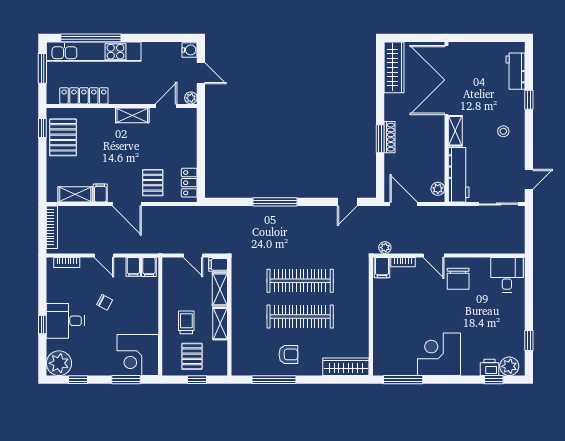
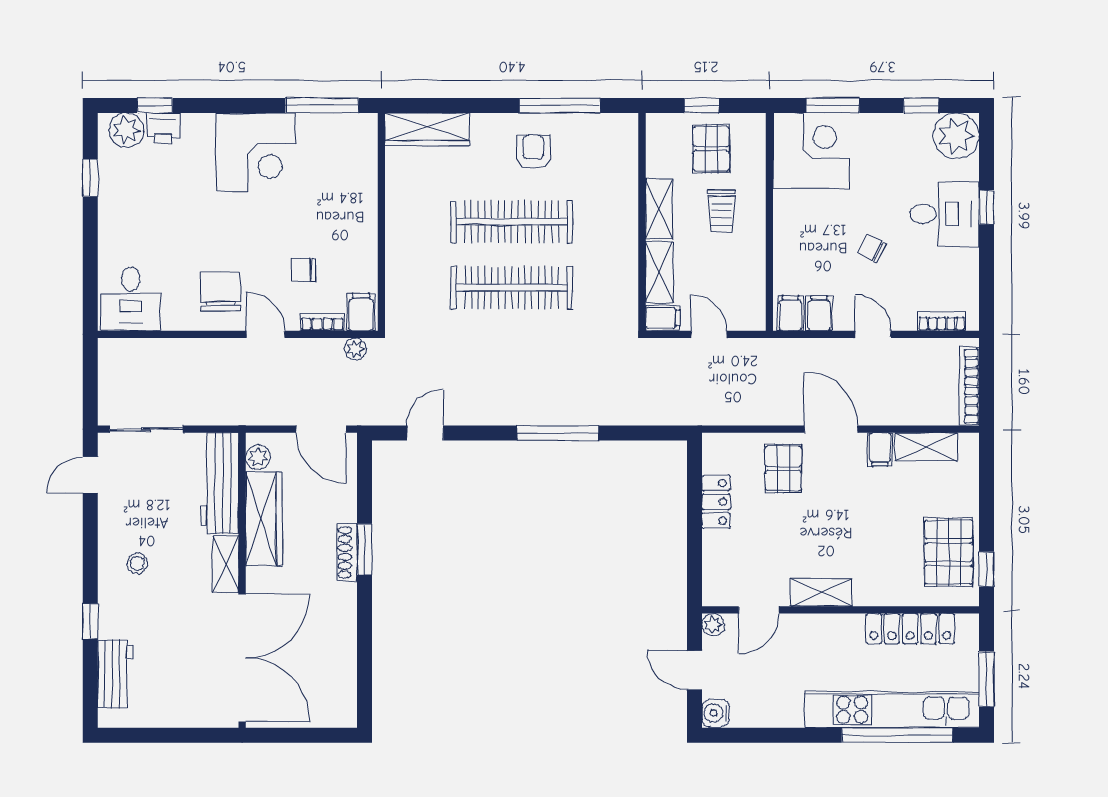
wardrobe: (394, 67) -> (264, 519), moved, turned 180
locker: (189, 183) -> (716, 502), moved
chair: (413, 290) -> (303, 270), added
armchair: (288, 354) -> (533, 152), turned 90

